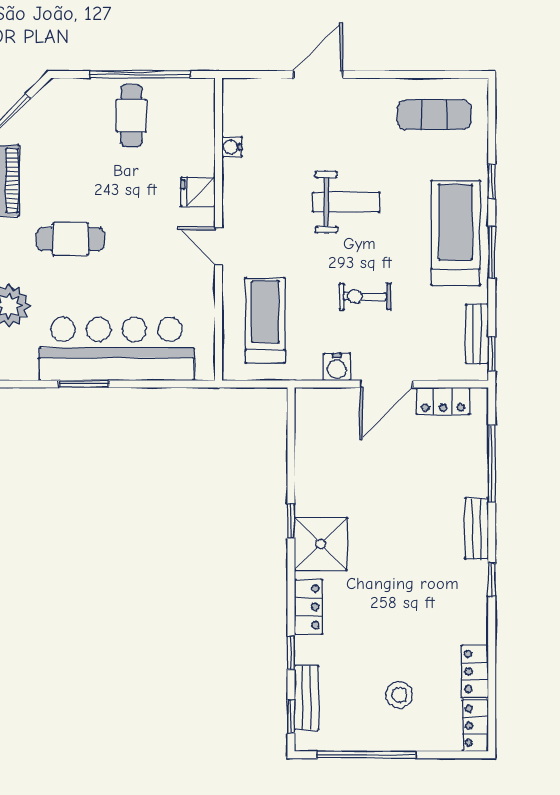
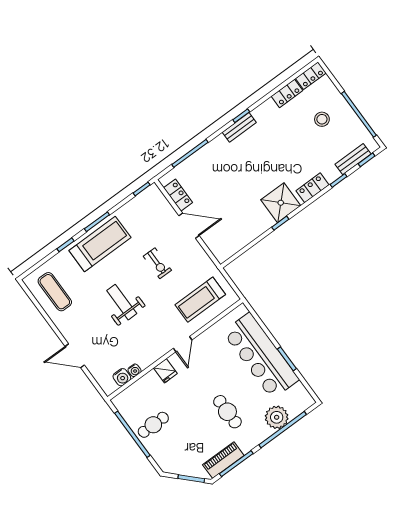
treadmill: (456, 233) -> (100, 244), turned 180
bench: (477, 334) -> (138, 202), removed
water cooler: (337, 367) -> (122, 377), moved, turned 90
bench: (477, 528) -> (239, 127), moved

